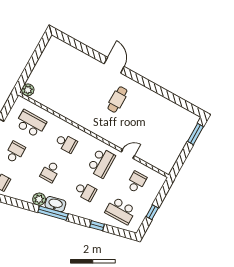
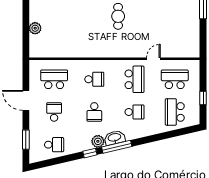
plant: (28, 90) -> (35, 28), moved
school desk: (136, 182) -> (175, 79), width x1.85
school desk: (121, 211) -> (175, 112), turned 90
window: (97, 226) -> (90, 153), moved

